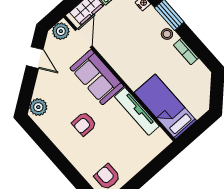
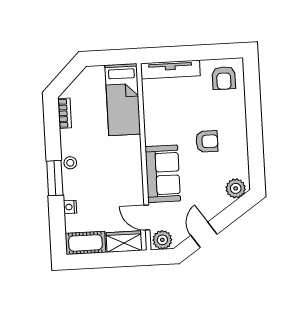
door: (84, 38) -> (147, 218), hinge flipped
bookcase: (186, 52) -> (65, 113), moved
tv unit: (137, 111) -> (170, 70), moved, turned 90

